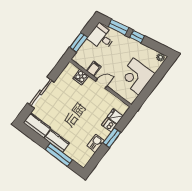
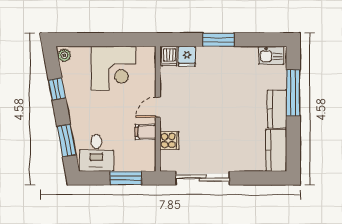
window: (137, 37) -> (57, 89), moved
door: (101, 84) -> (158, 107), hinge flipped
sliding door: (41, 92) -> (203, 178), moved
dishwasher: (109, 125) -> (169, 56), moved
kitchen sink: (96, 143) -> (271, 55), moved

